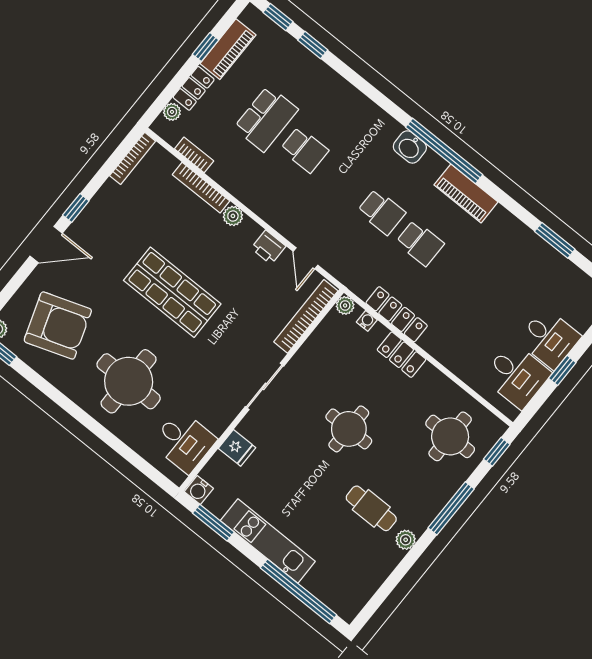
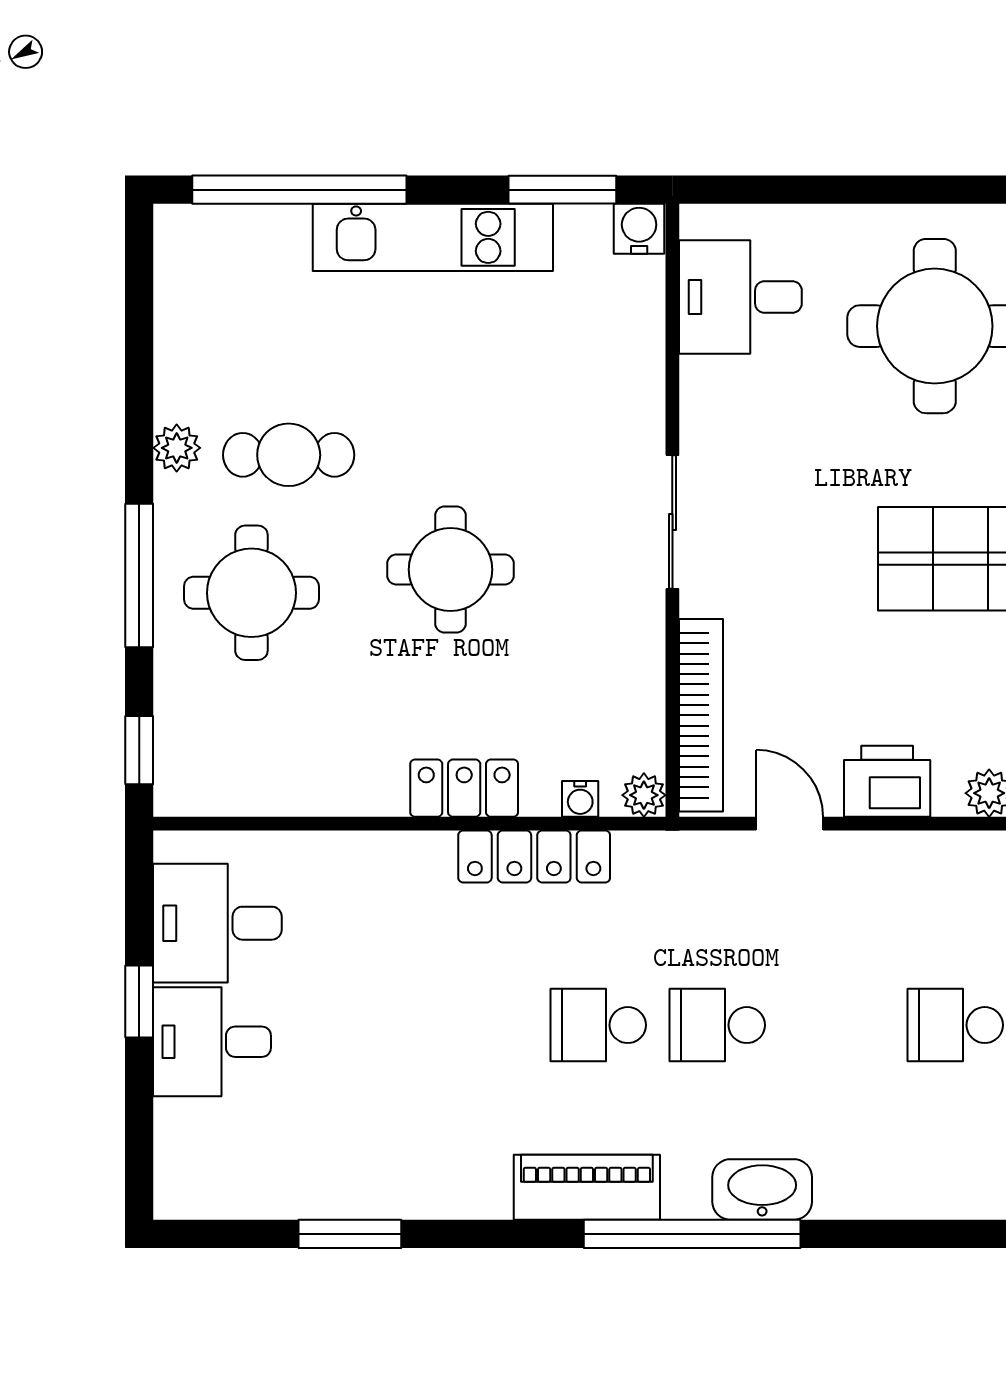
washbasin: (410, 147) -> (762, 1189), width x1.38
printer: (268, 247) -> (887, 781), width x1.36, depth x1.24
round table: (450, 436) -> (251, 593), moved
fridge: (237, 448) -> (631, 365), removed

